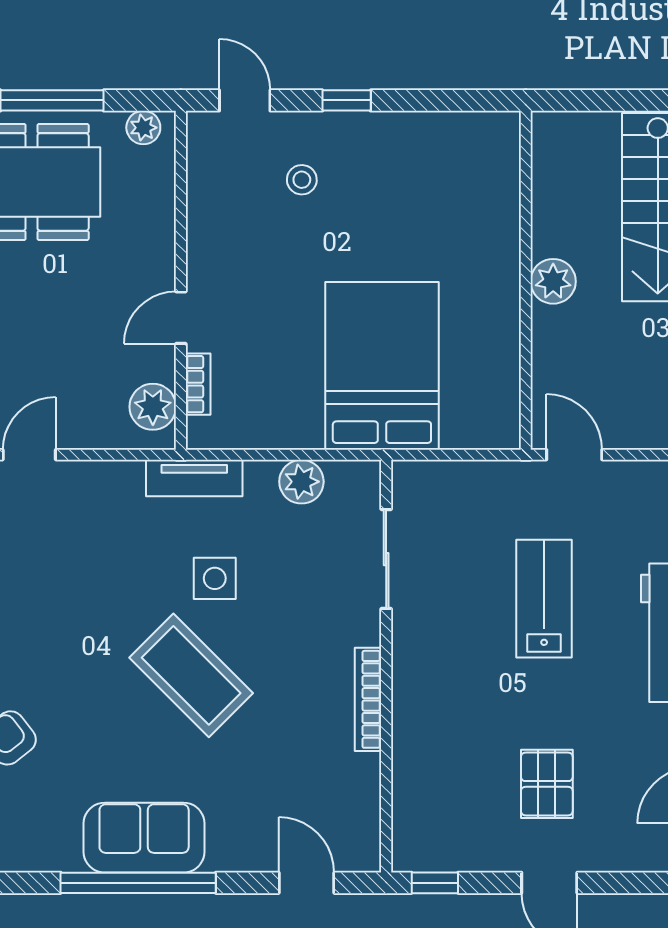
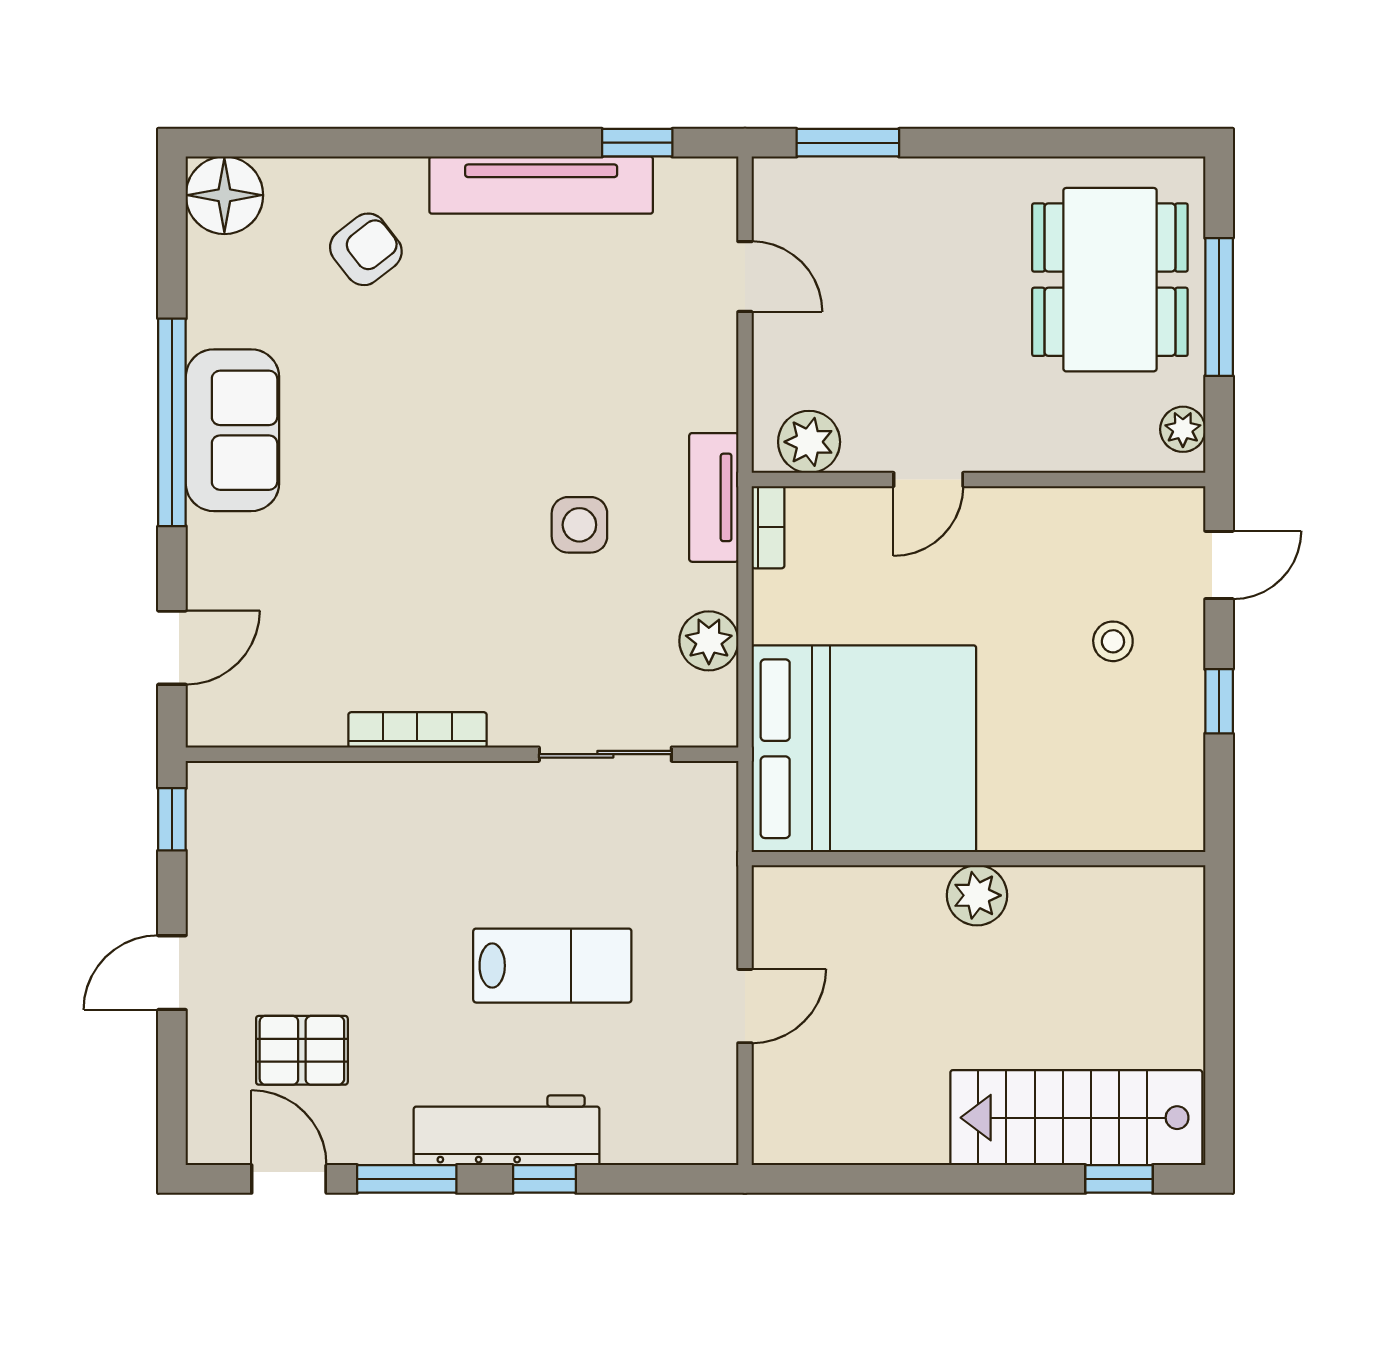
wall: (526, 280) -> (978, 859), moved
plant: (553, 281) -> (977, 895), moved
door: (181, 318) -> (928, 480), swing flipped
bed: (382, 366) -> (864, 749), width x1.36
bookcase: (198, 384) -> (768, 527), moved, turned -90
coffee table: (191, 675) -> (450, 493), removed
pallet: (547, 784) -> (302, 1050), moved

